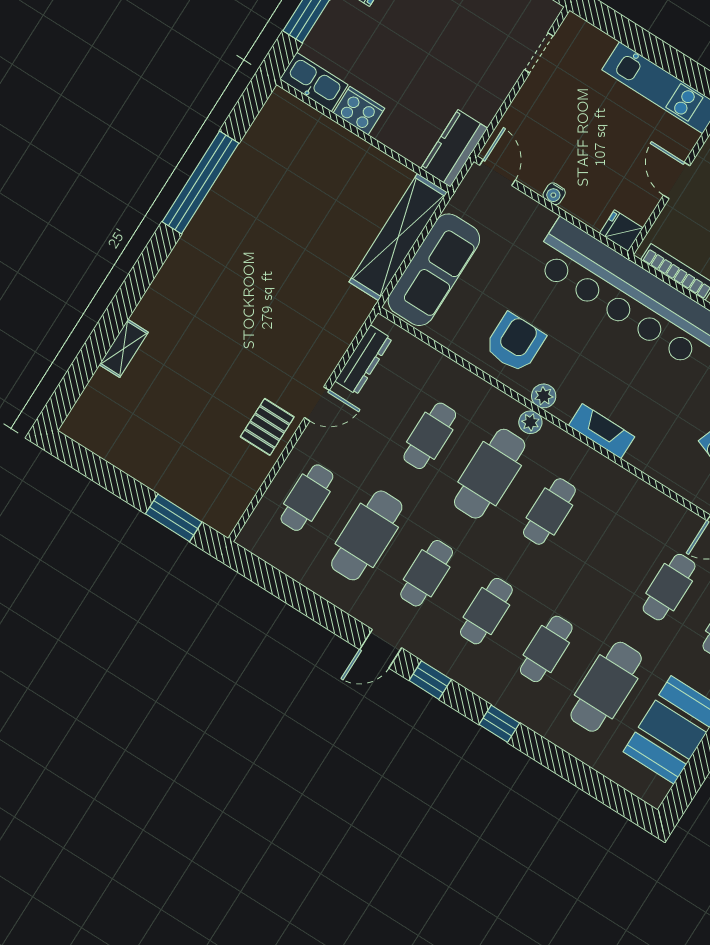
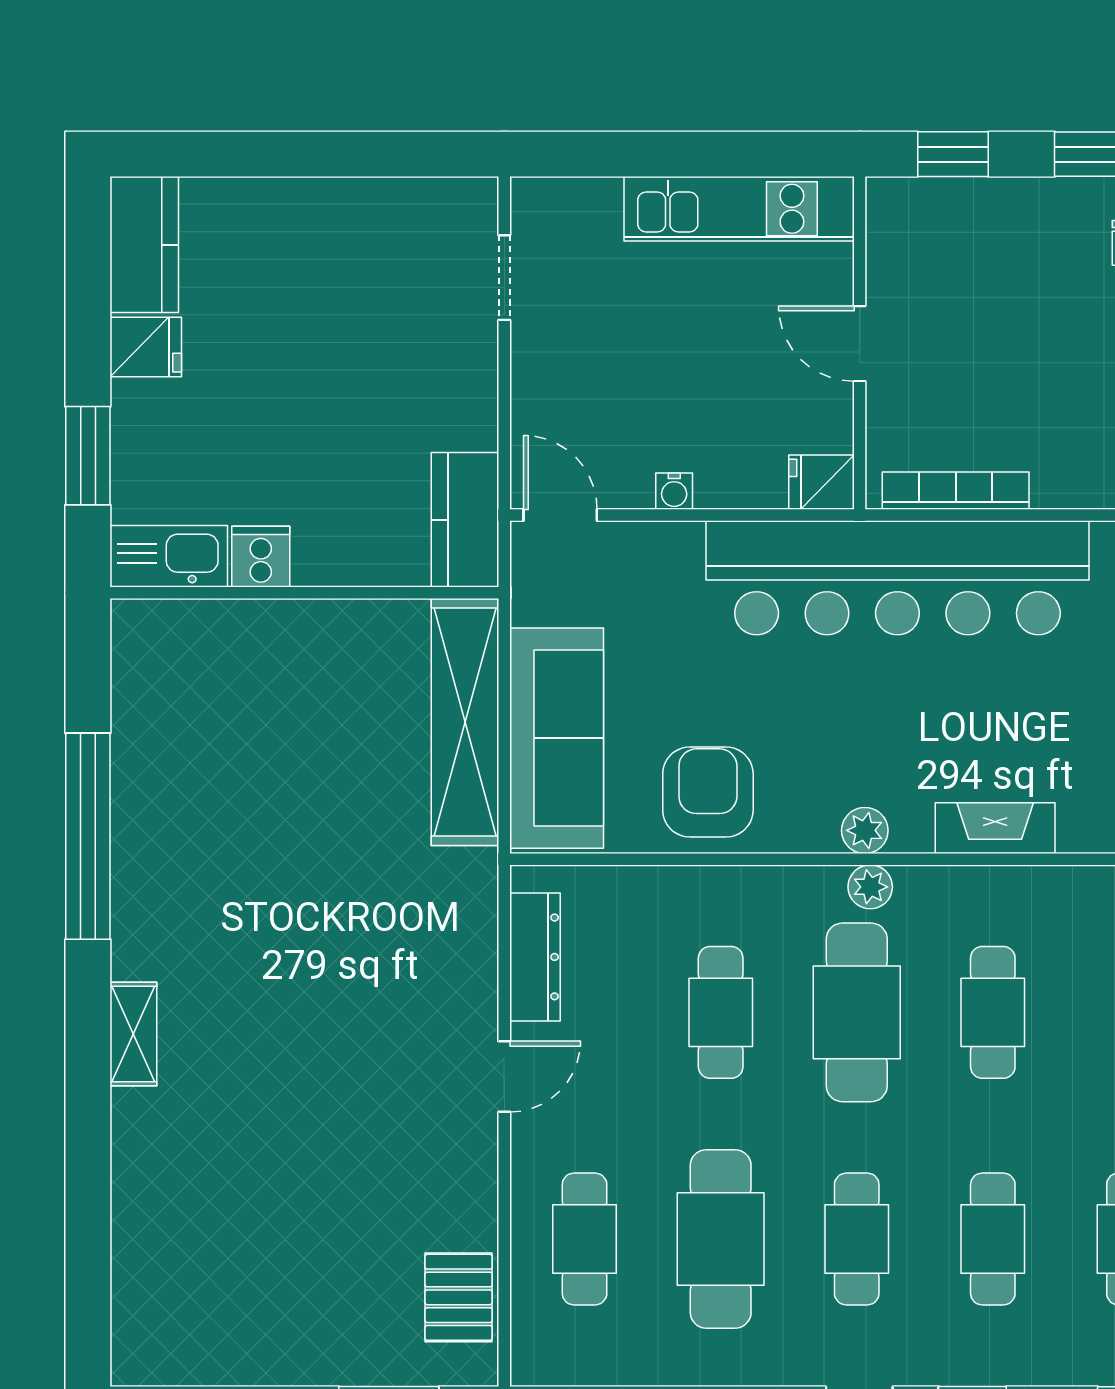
cooker: (359, 111) -> (261, 557), width x0.73
armchair: (515, 343) -> (708, 792), moved
shelving: (124, 348) -> (133, 1034), moved
pallet: (267, 427) -> (459, 1297), moved

